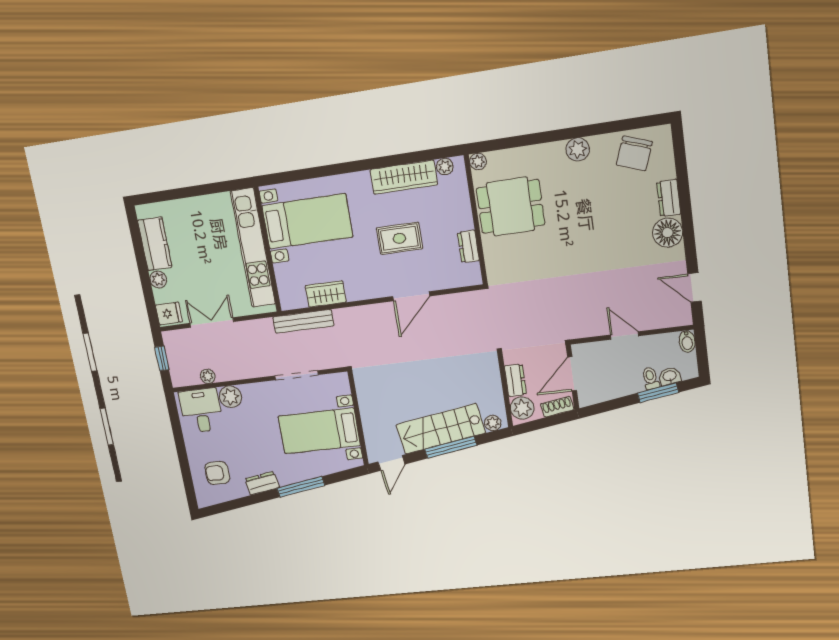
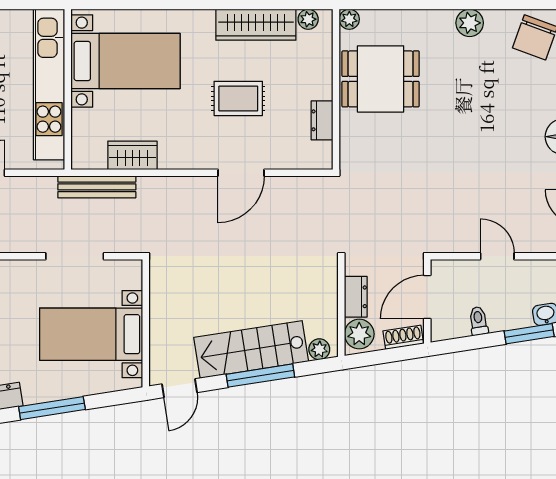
toilet: (650, 378) -> (478, 321), moved

